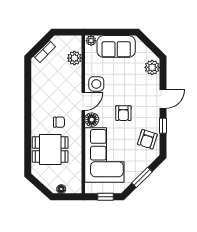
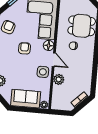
plant: (74, 58) -> (59, 79), moved
door: (83, 101) -> (54, 60), swing flipped

